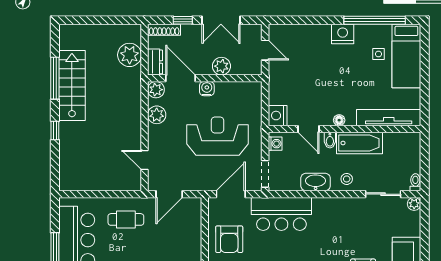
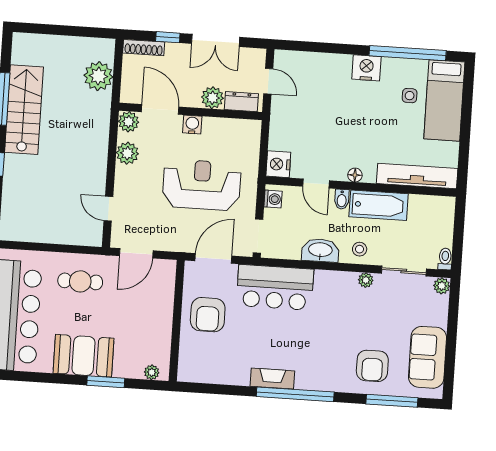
dresser: (155, 62) -> (241, 102), moved, turned -90
plant: (353, 203) -> (366, 280), added

